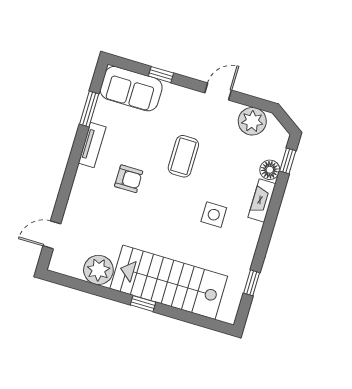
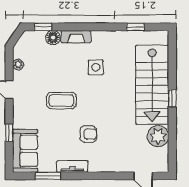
plant: (252, 121) -> (18, 65), width x0.53, depth x0.53
armchair: (129, 179) -> (88, 134), turned 90

